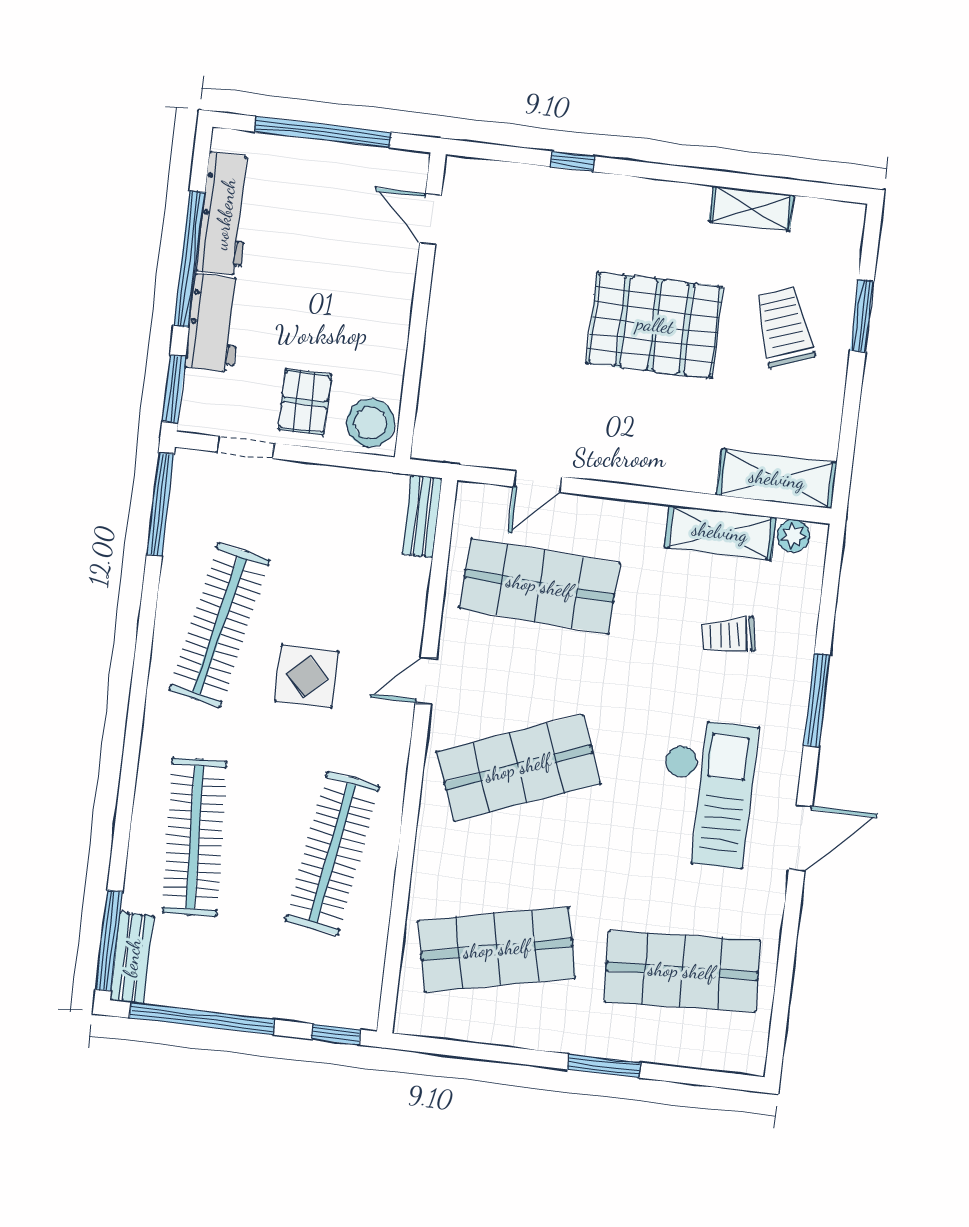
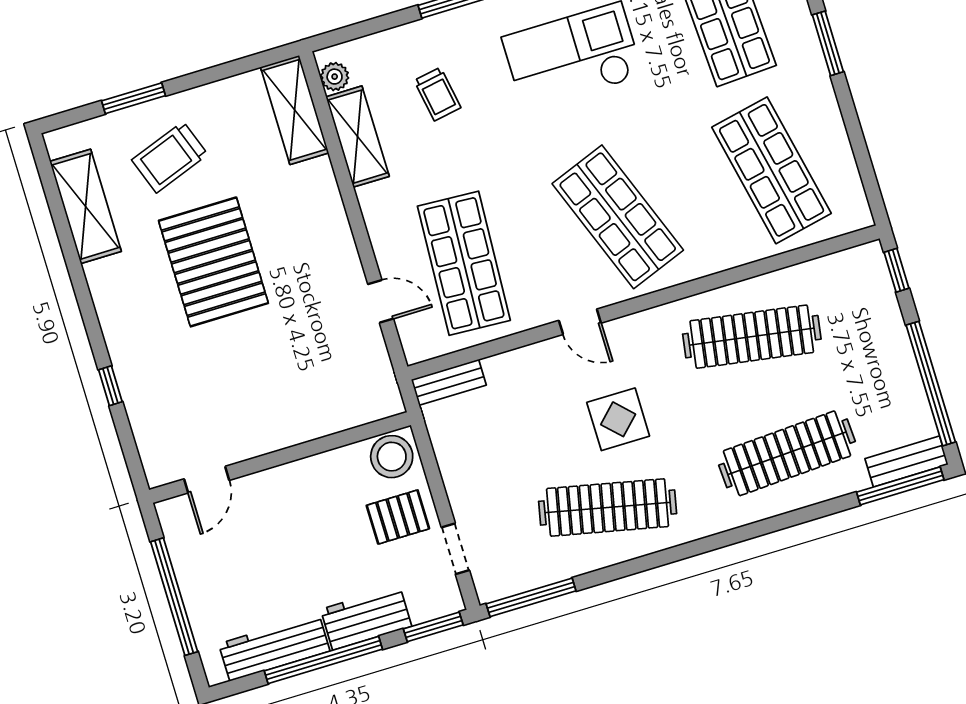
shelving: (751, 208) -> (86, 206), width x1.50, depth x1.33

